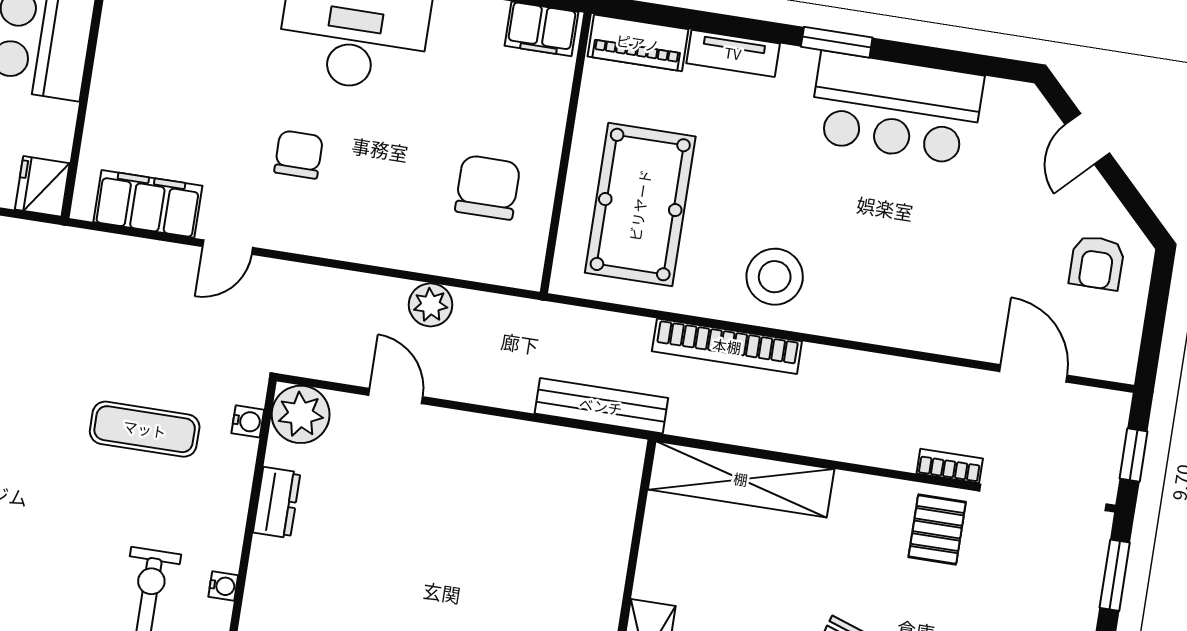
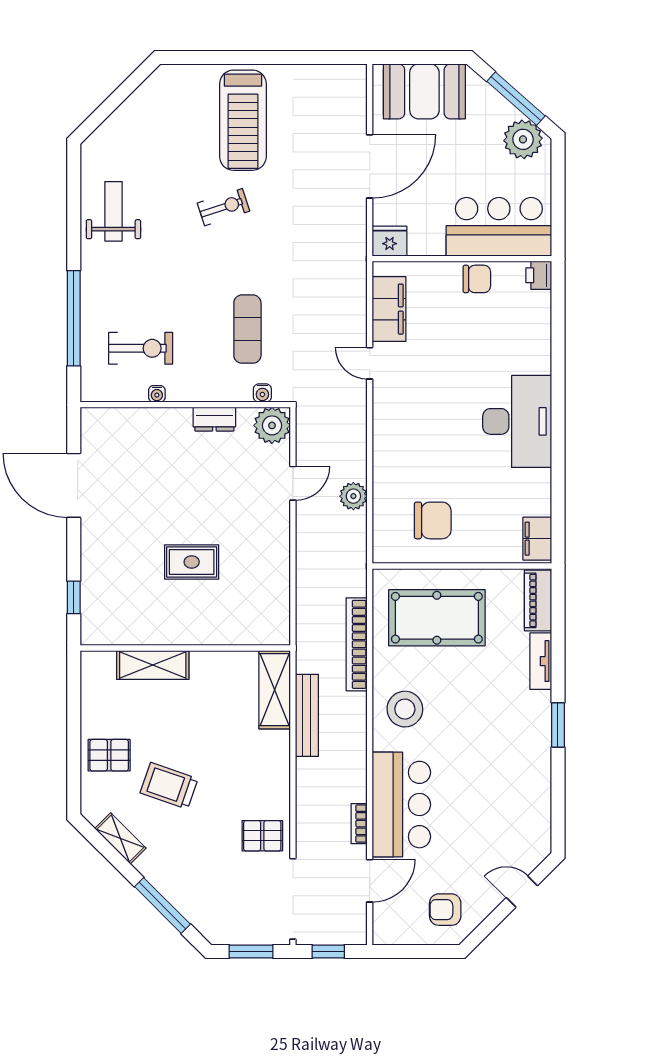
bar counter: (896, 108) -> (401, 805), moved, turned 180
chair: (299, 155) -> (477, 279), moved
bookcase: (727, 346) -> (357, 644), moved
bench: (601, 406) -> (307, 715), moved
bookcase: (950, 466) -> (359, 824), moved, turned 180
shelving: (741, 479) -> (275, 690), width x0.68
rug: (494, 573) -> (192, 562), added

